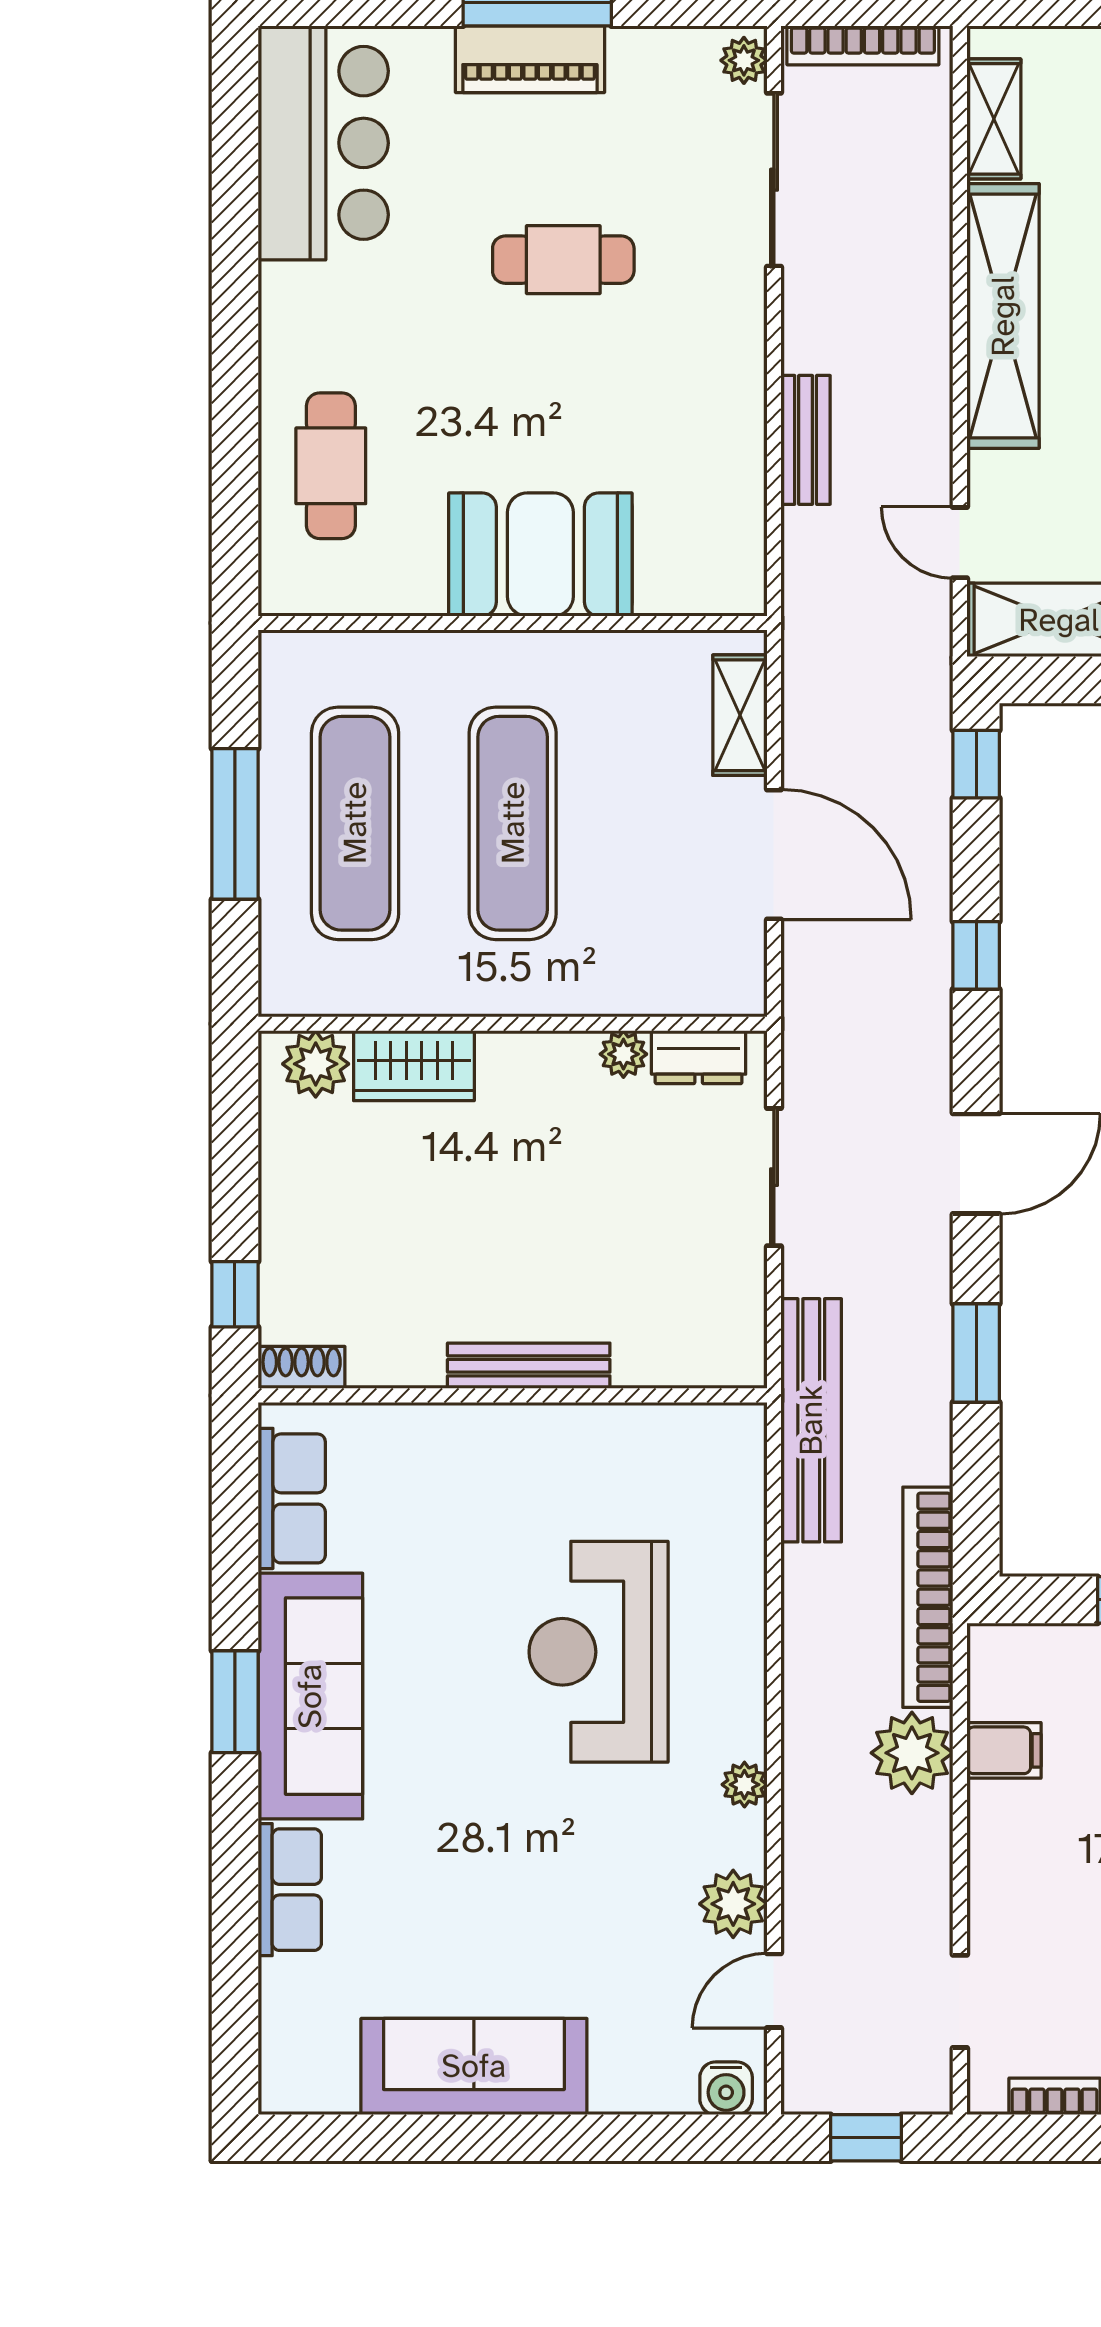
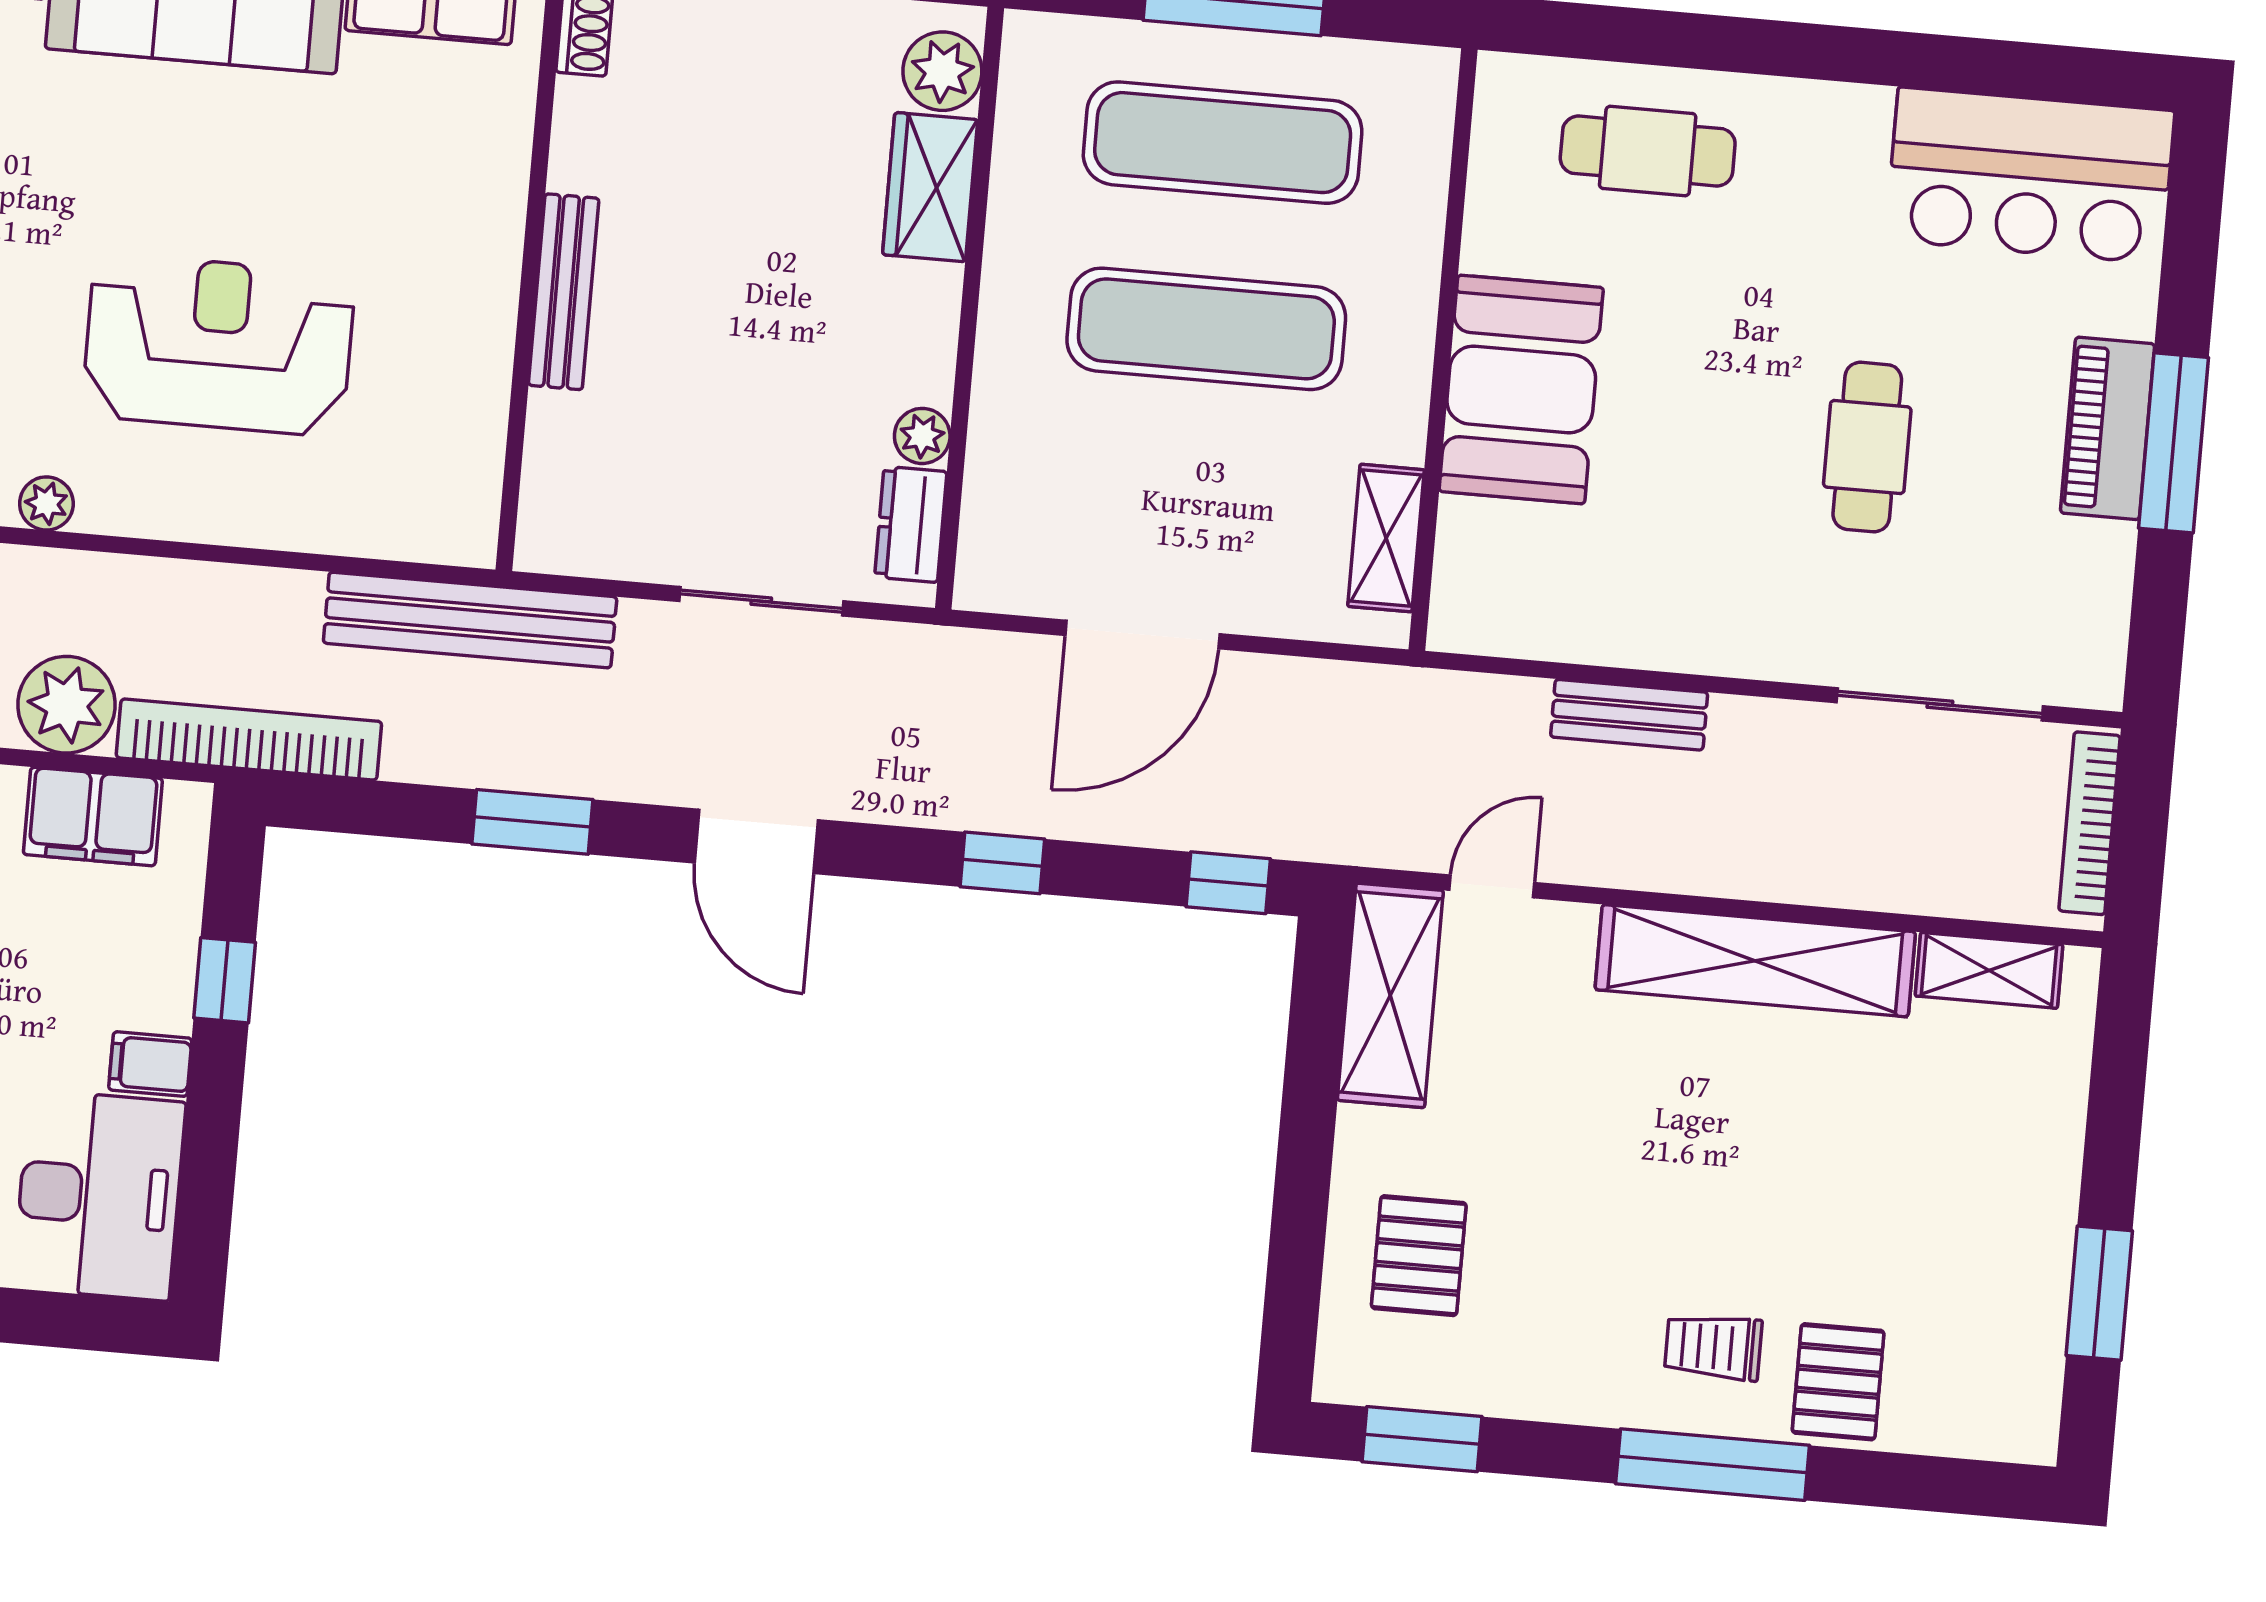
plant: (744, 60) -> (2084, 681), removed
shelving: (740, 715) -> (1386, 538), moved, turned 90
filing cabinet: (1004, 1750) -> (93, 817), width x2.00

